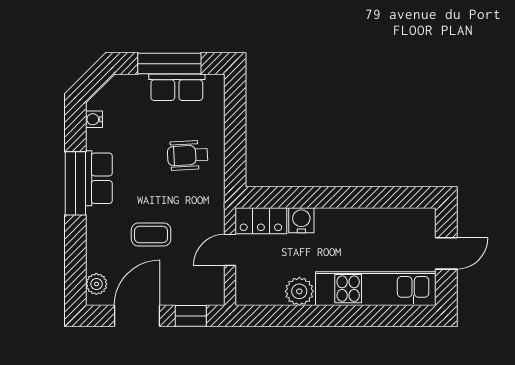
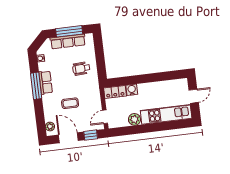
row of seats: (177, 87) -> (68, 41), width x1.48
door: (230, 250) -> (105, 117), moved
door: (137, 316) -> (68, 138), hinge flipped

